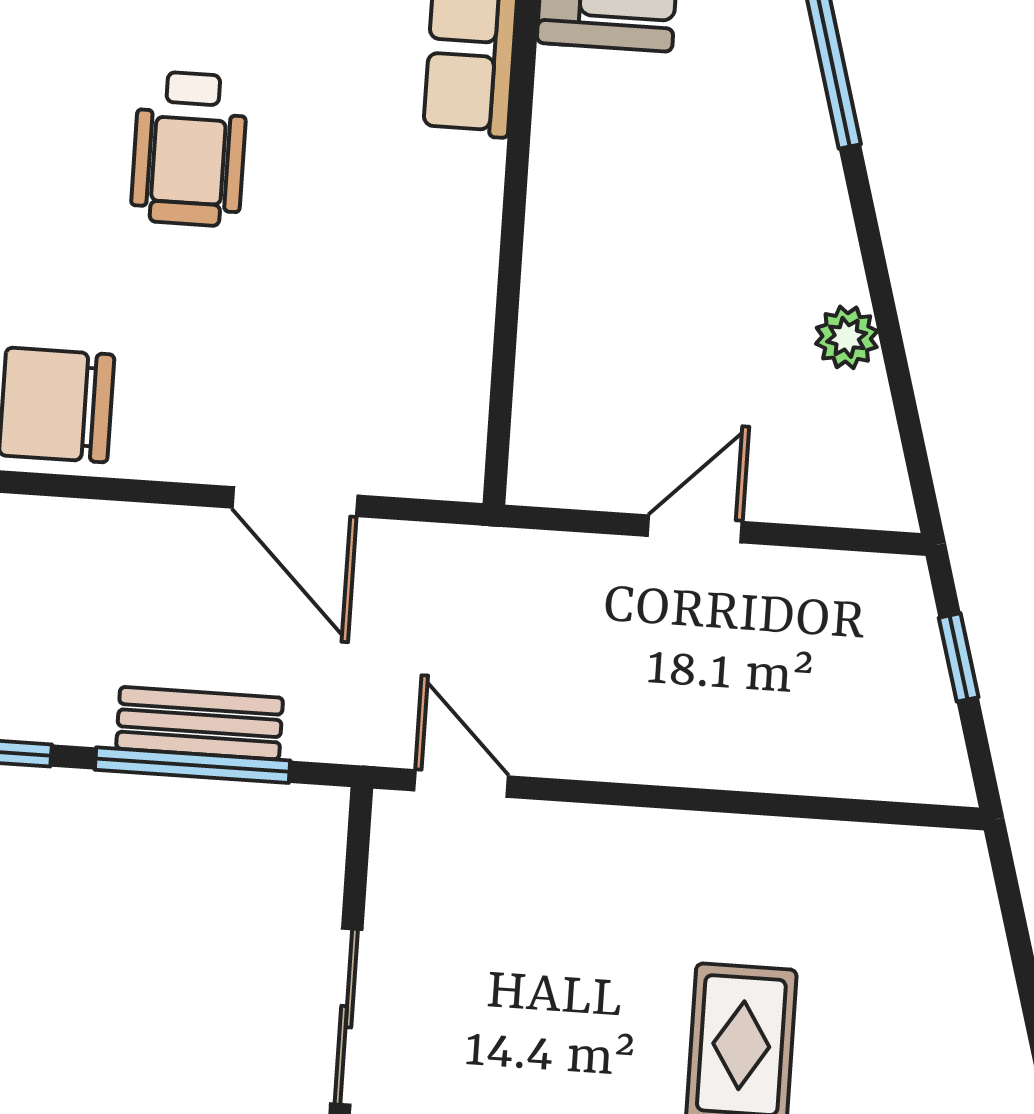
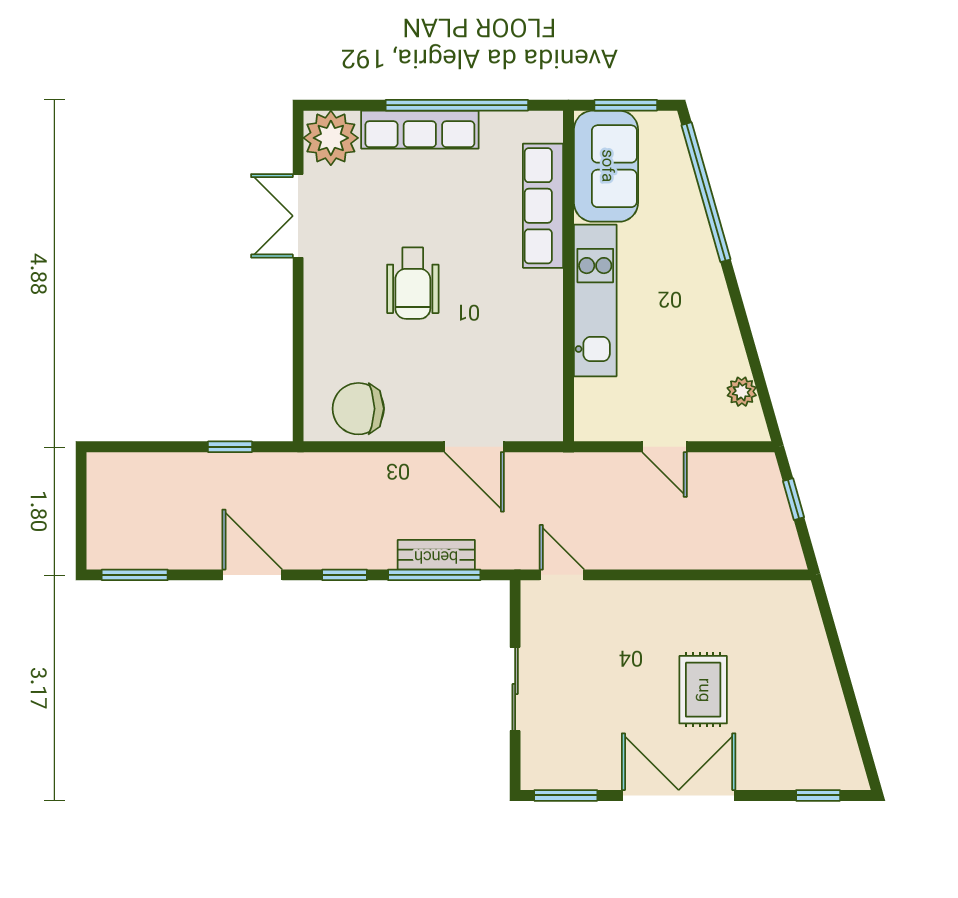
kitchen unit: (570, 211) -> (595, 300), added
plant: (847, 337) -> (742, 392), moved
door: (695, 529) -> (664, 447), swing flipped

